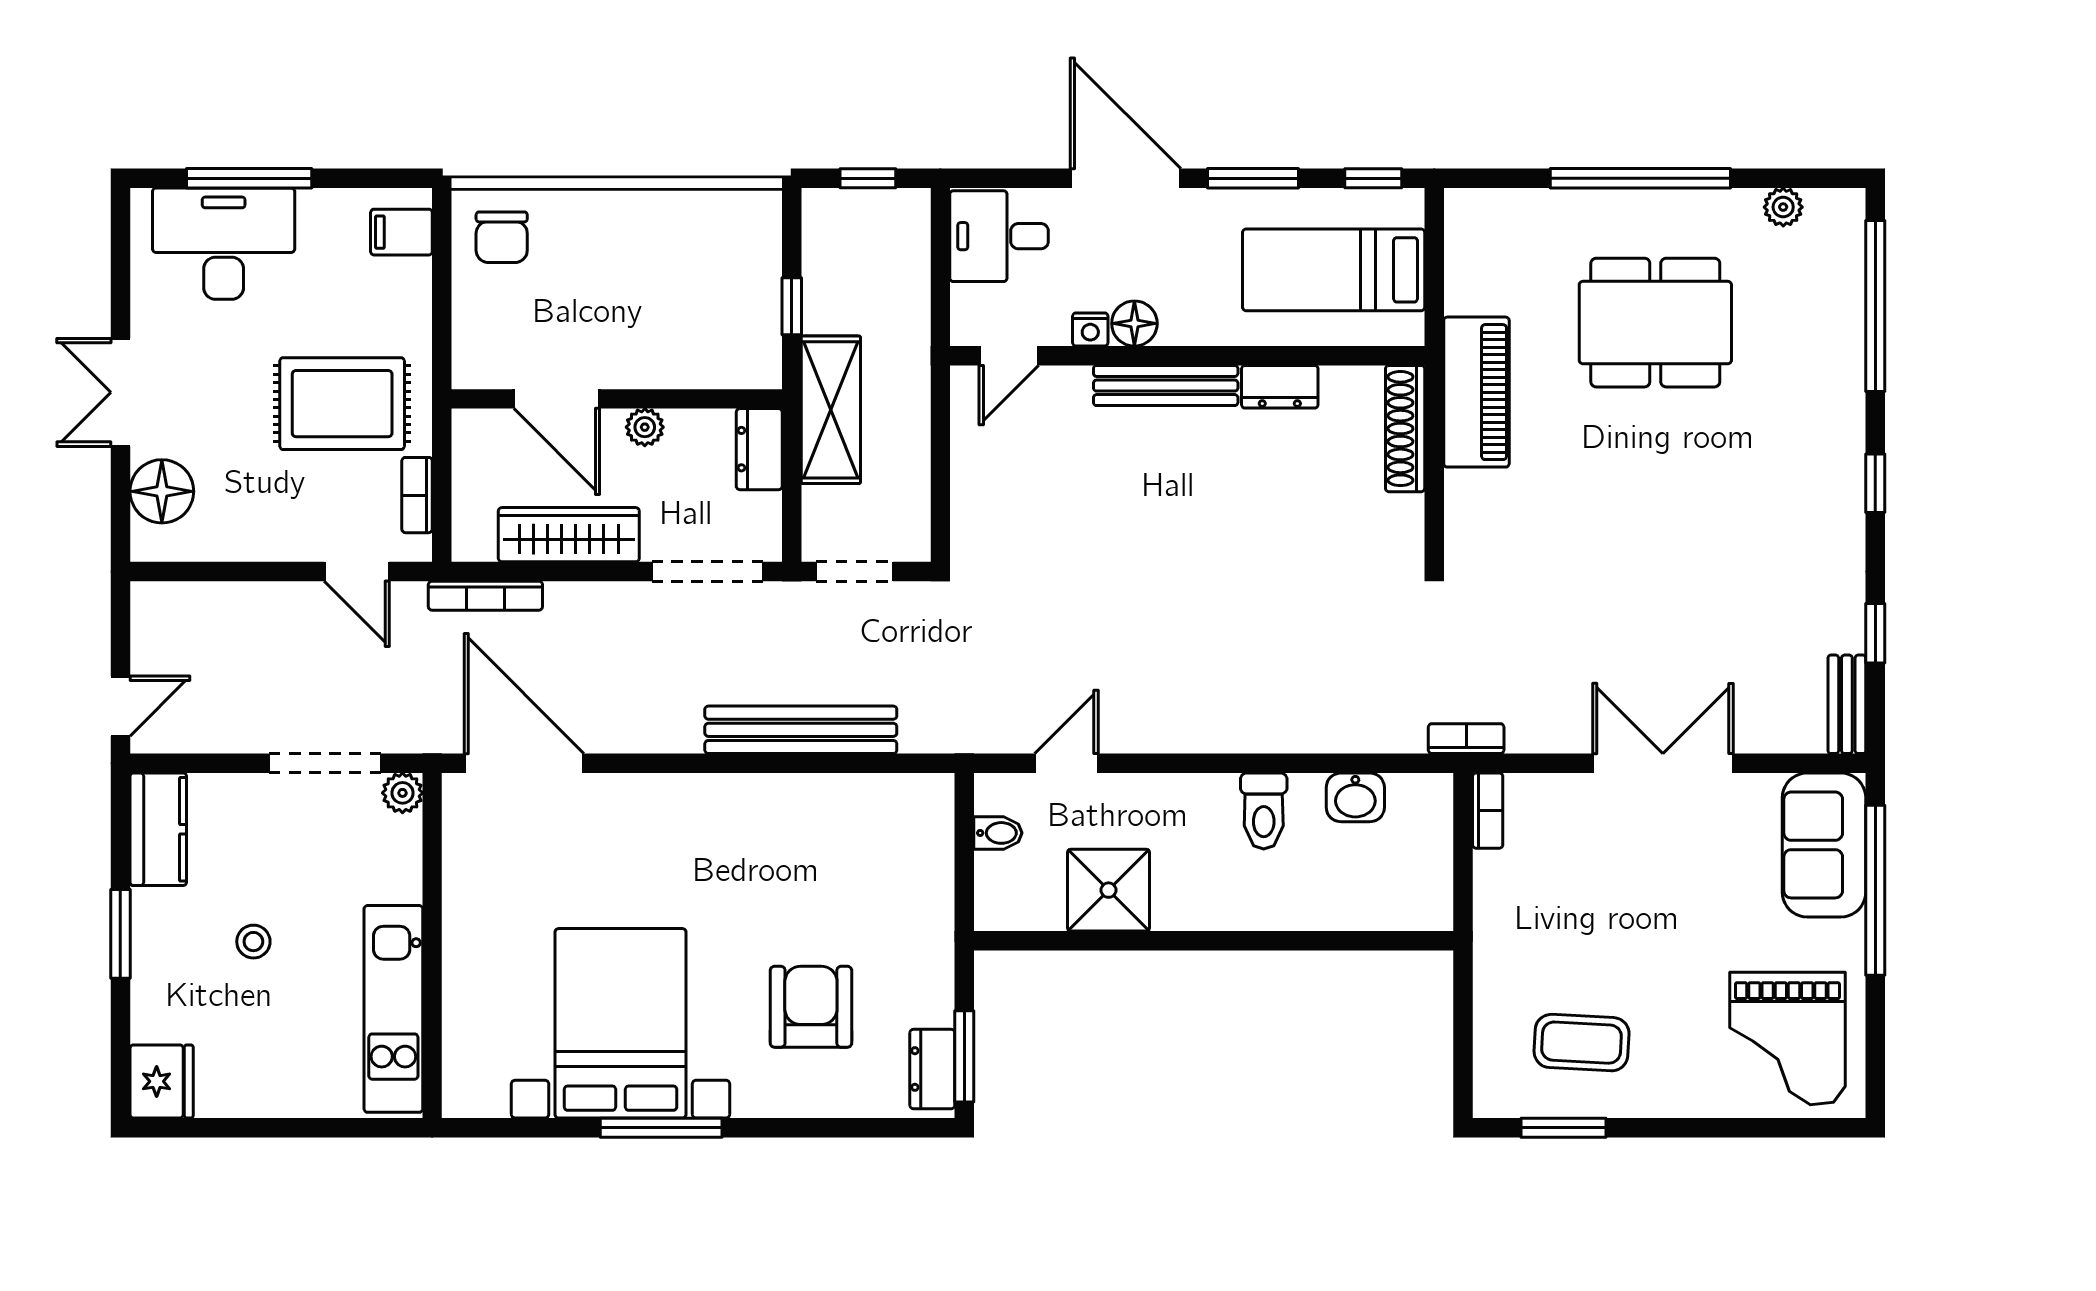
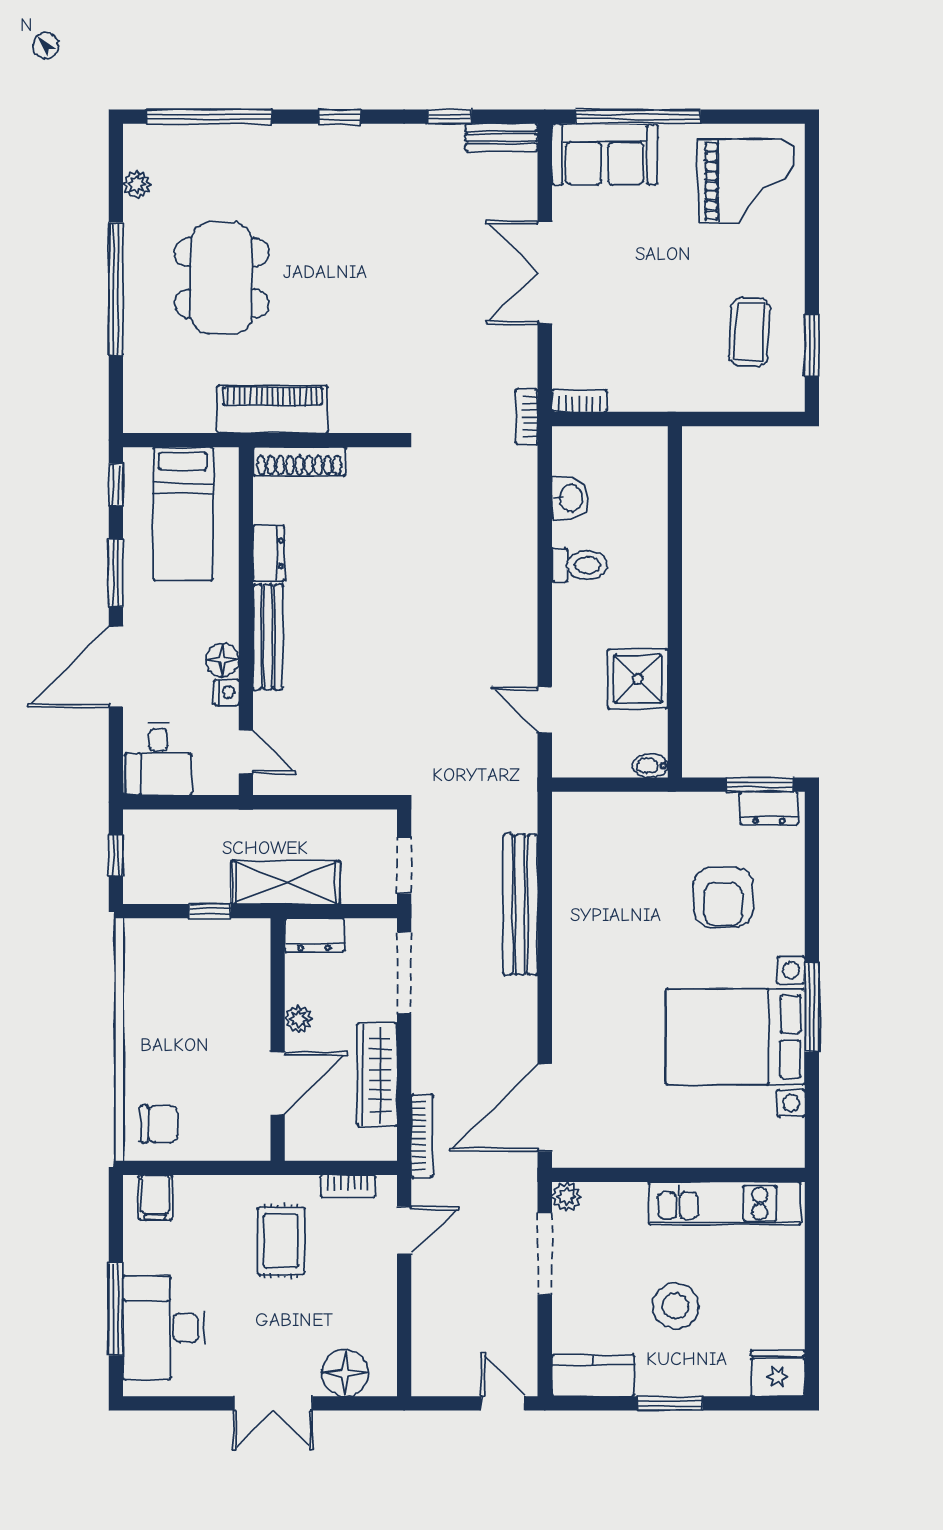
rug: (342, 404) -> (281, 1241), width x0.73, depth x0.70
bidet: (998, 833) -> (650, 766), moved, turned -90
stool: (253, 942) -> (675, 1306), width x1.89, depth x1.89
armchair: (811, 1007) -> (723, 897), turned -90

